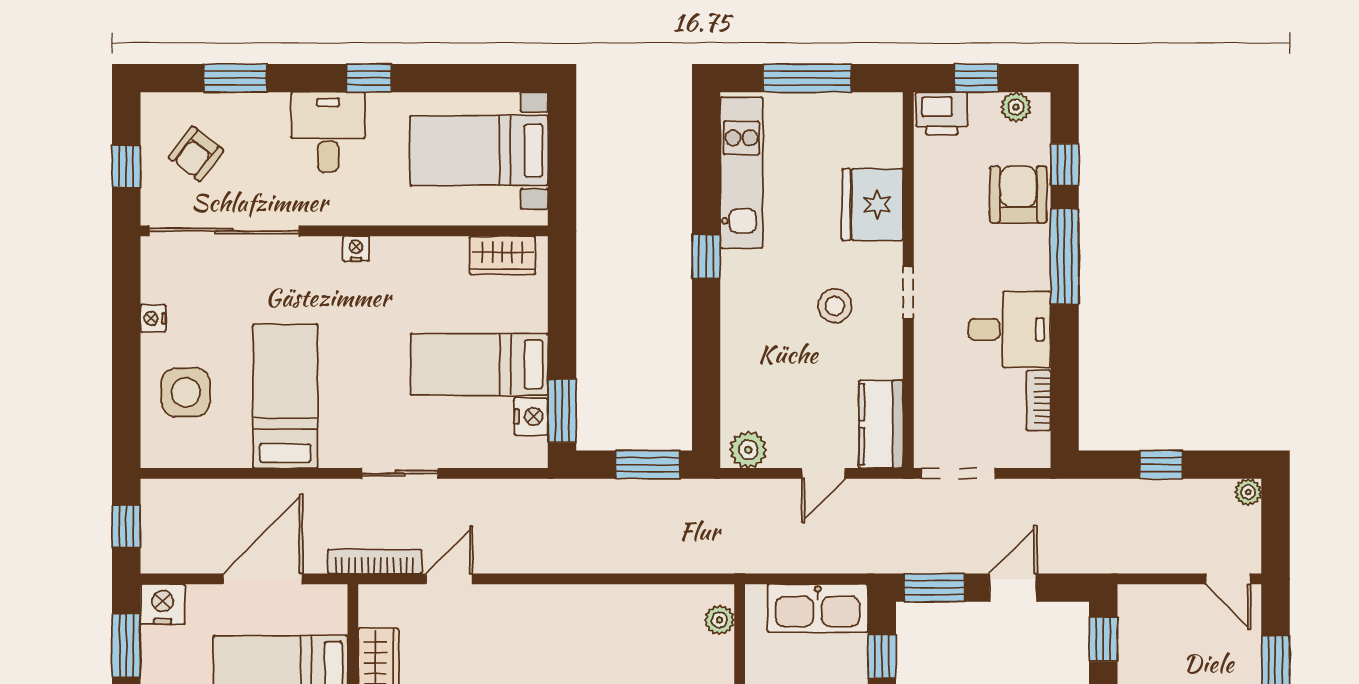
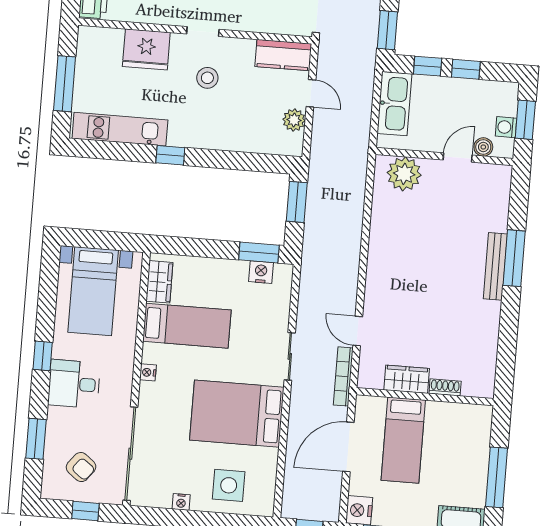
bed: (479, 364) -> (187, 326), moved, turned -90
bed: (285, 396) -> (237, 414), width x1.50
plant: (748, 450) -> (294, 120), moved
door: (263, 579) -> (348, 447), hinge flipped
plant: (719, 620) -> (404, 174), width x1.88, depth x1.88

